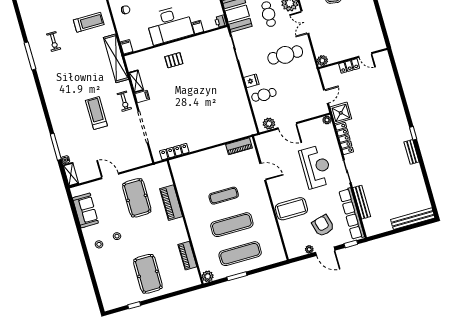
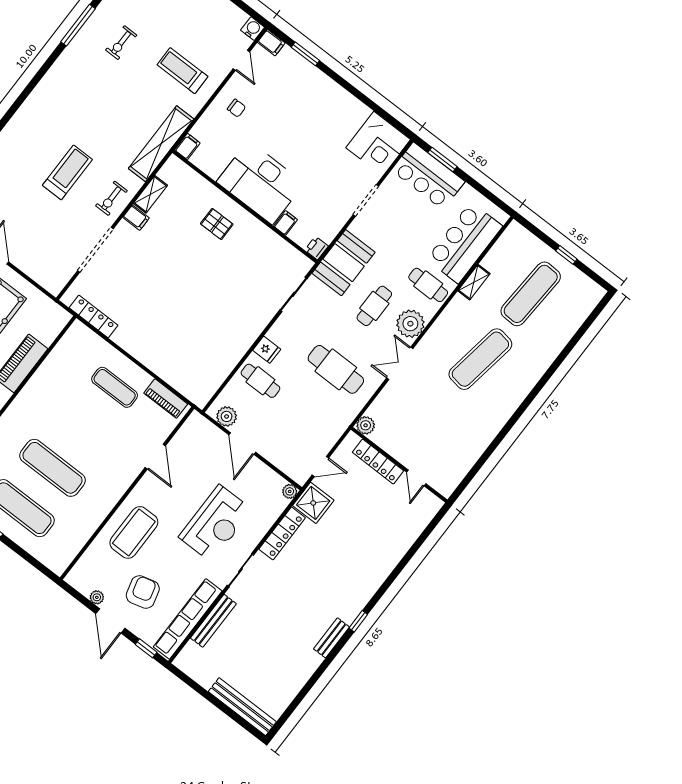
treadmill: (89, 22) -> (182, 71), turned 180
locker: (349, 66) -> (378, 462), width x1.53
exercise mat: (224, 196) -> (115, 387), moved
coffee table: (291, 209) -> (134, 532), turned 90

